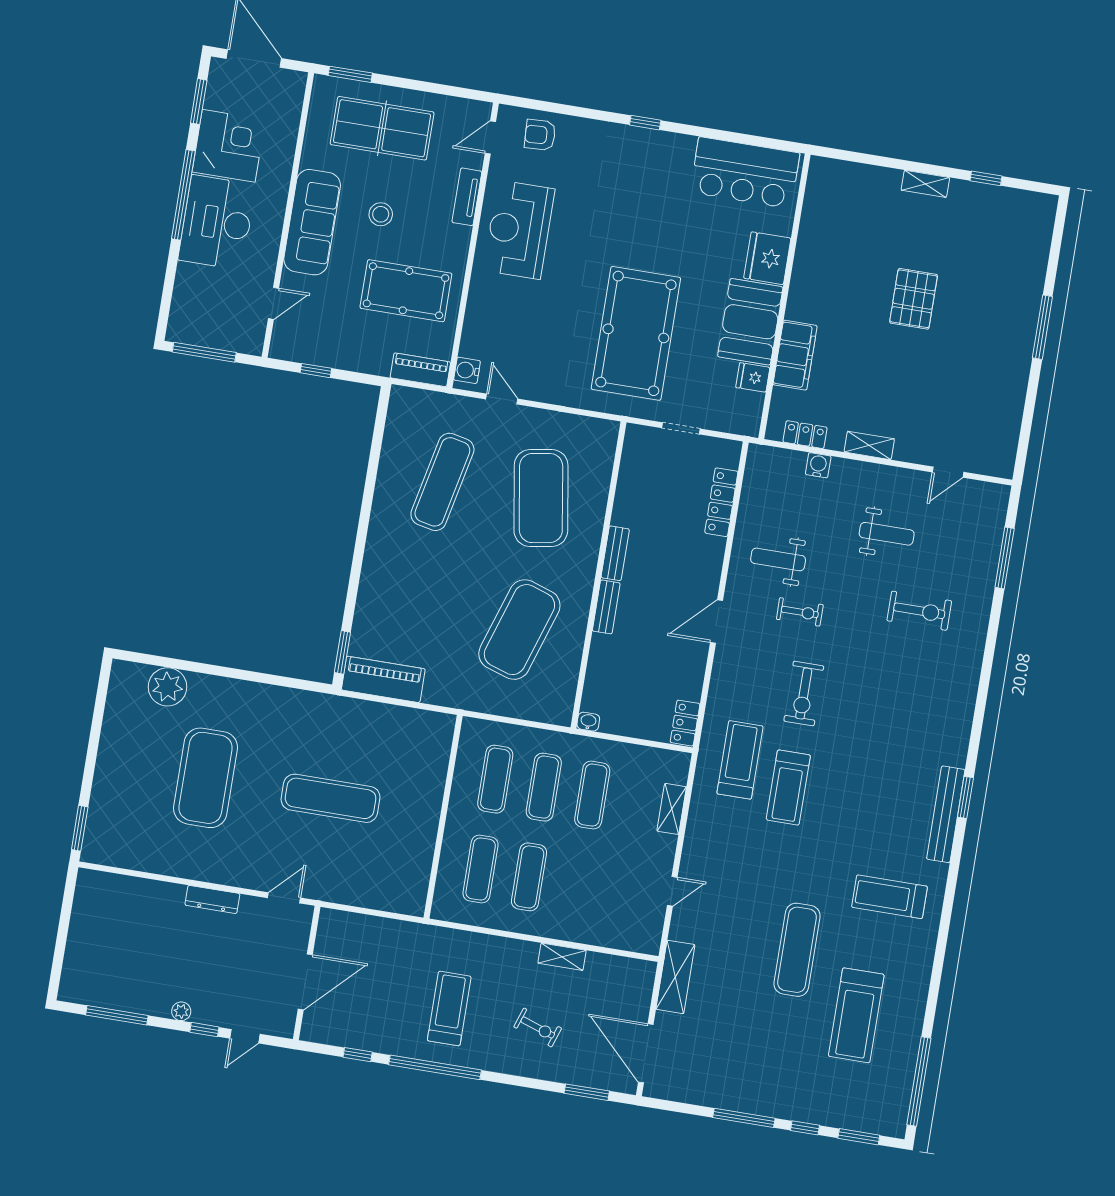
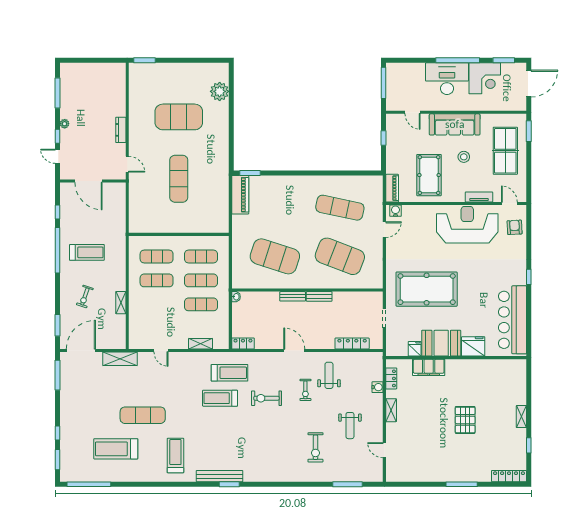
bar counter: (745, 173) -> (513, 320), width x1.36
locker: (1042, 229) -> (509, 476), added
reception desk: (519, 230) -> (467, 225), width x1.36, depth x1.30
pallet: (914, 299) -> (465, 420), turned 90
exercise mat: (541, 498) -> (340, 256), turned 30
window: (744, 1118) -> (58, 375), moved

